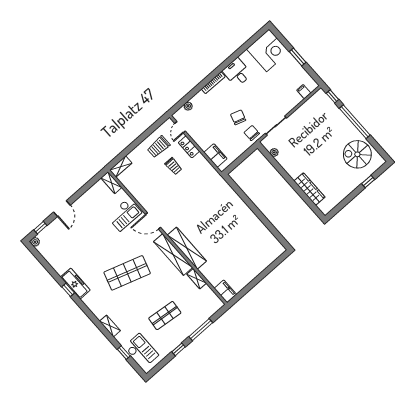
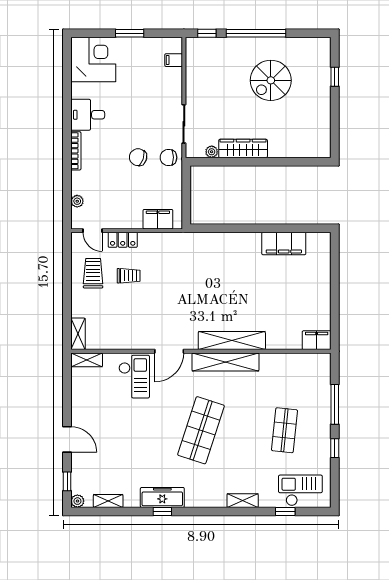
trolley: (159, 147) -> (93, 273), turned 180
spiral stairs: (357, 154) -> (271, 80), moved
wardrobe: (310, 189) -> (243, 148), moved
filing cabinet: (260, 231) -> (284, 243), added
shelving: (197, 279) -> (108, 501), moved

